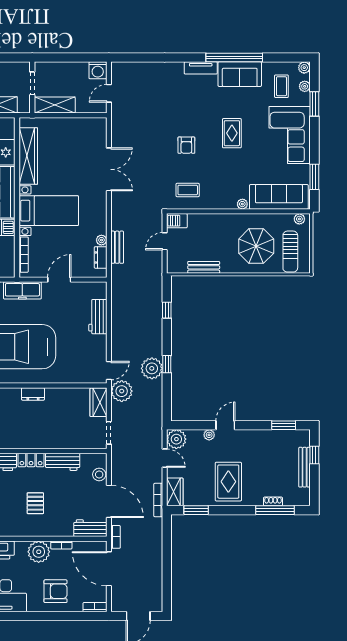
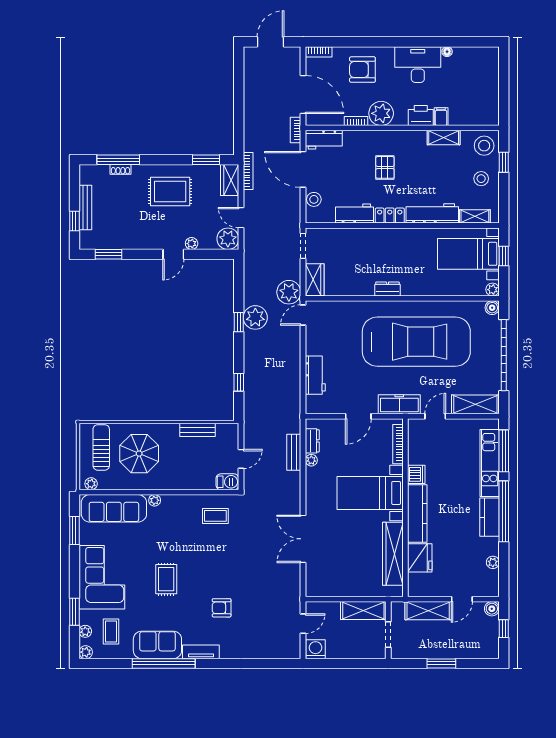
armchair: (186, 145) -> (222, 608), moved, turned -90
rug: (228, 482) -> (170, 192), turned 90

